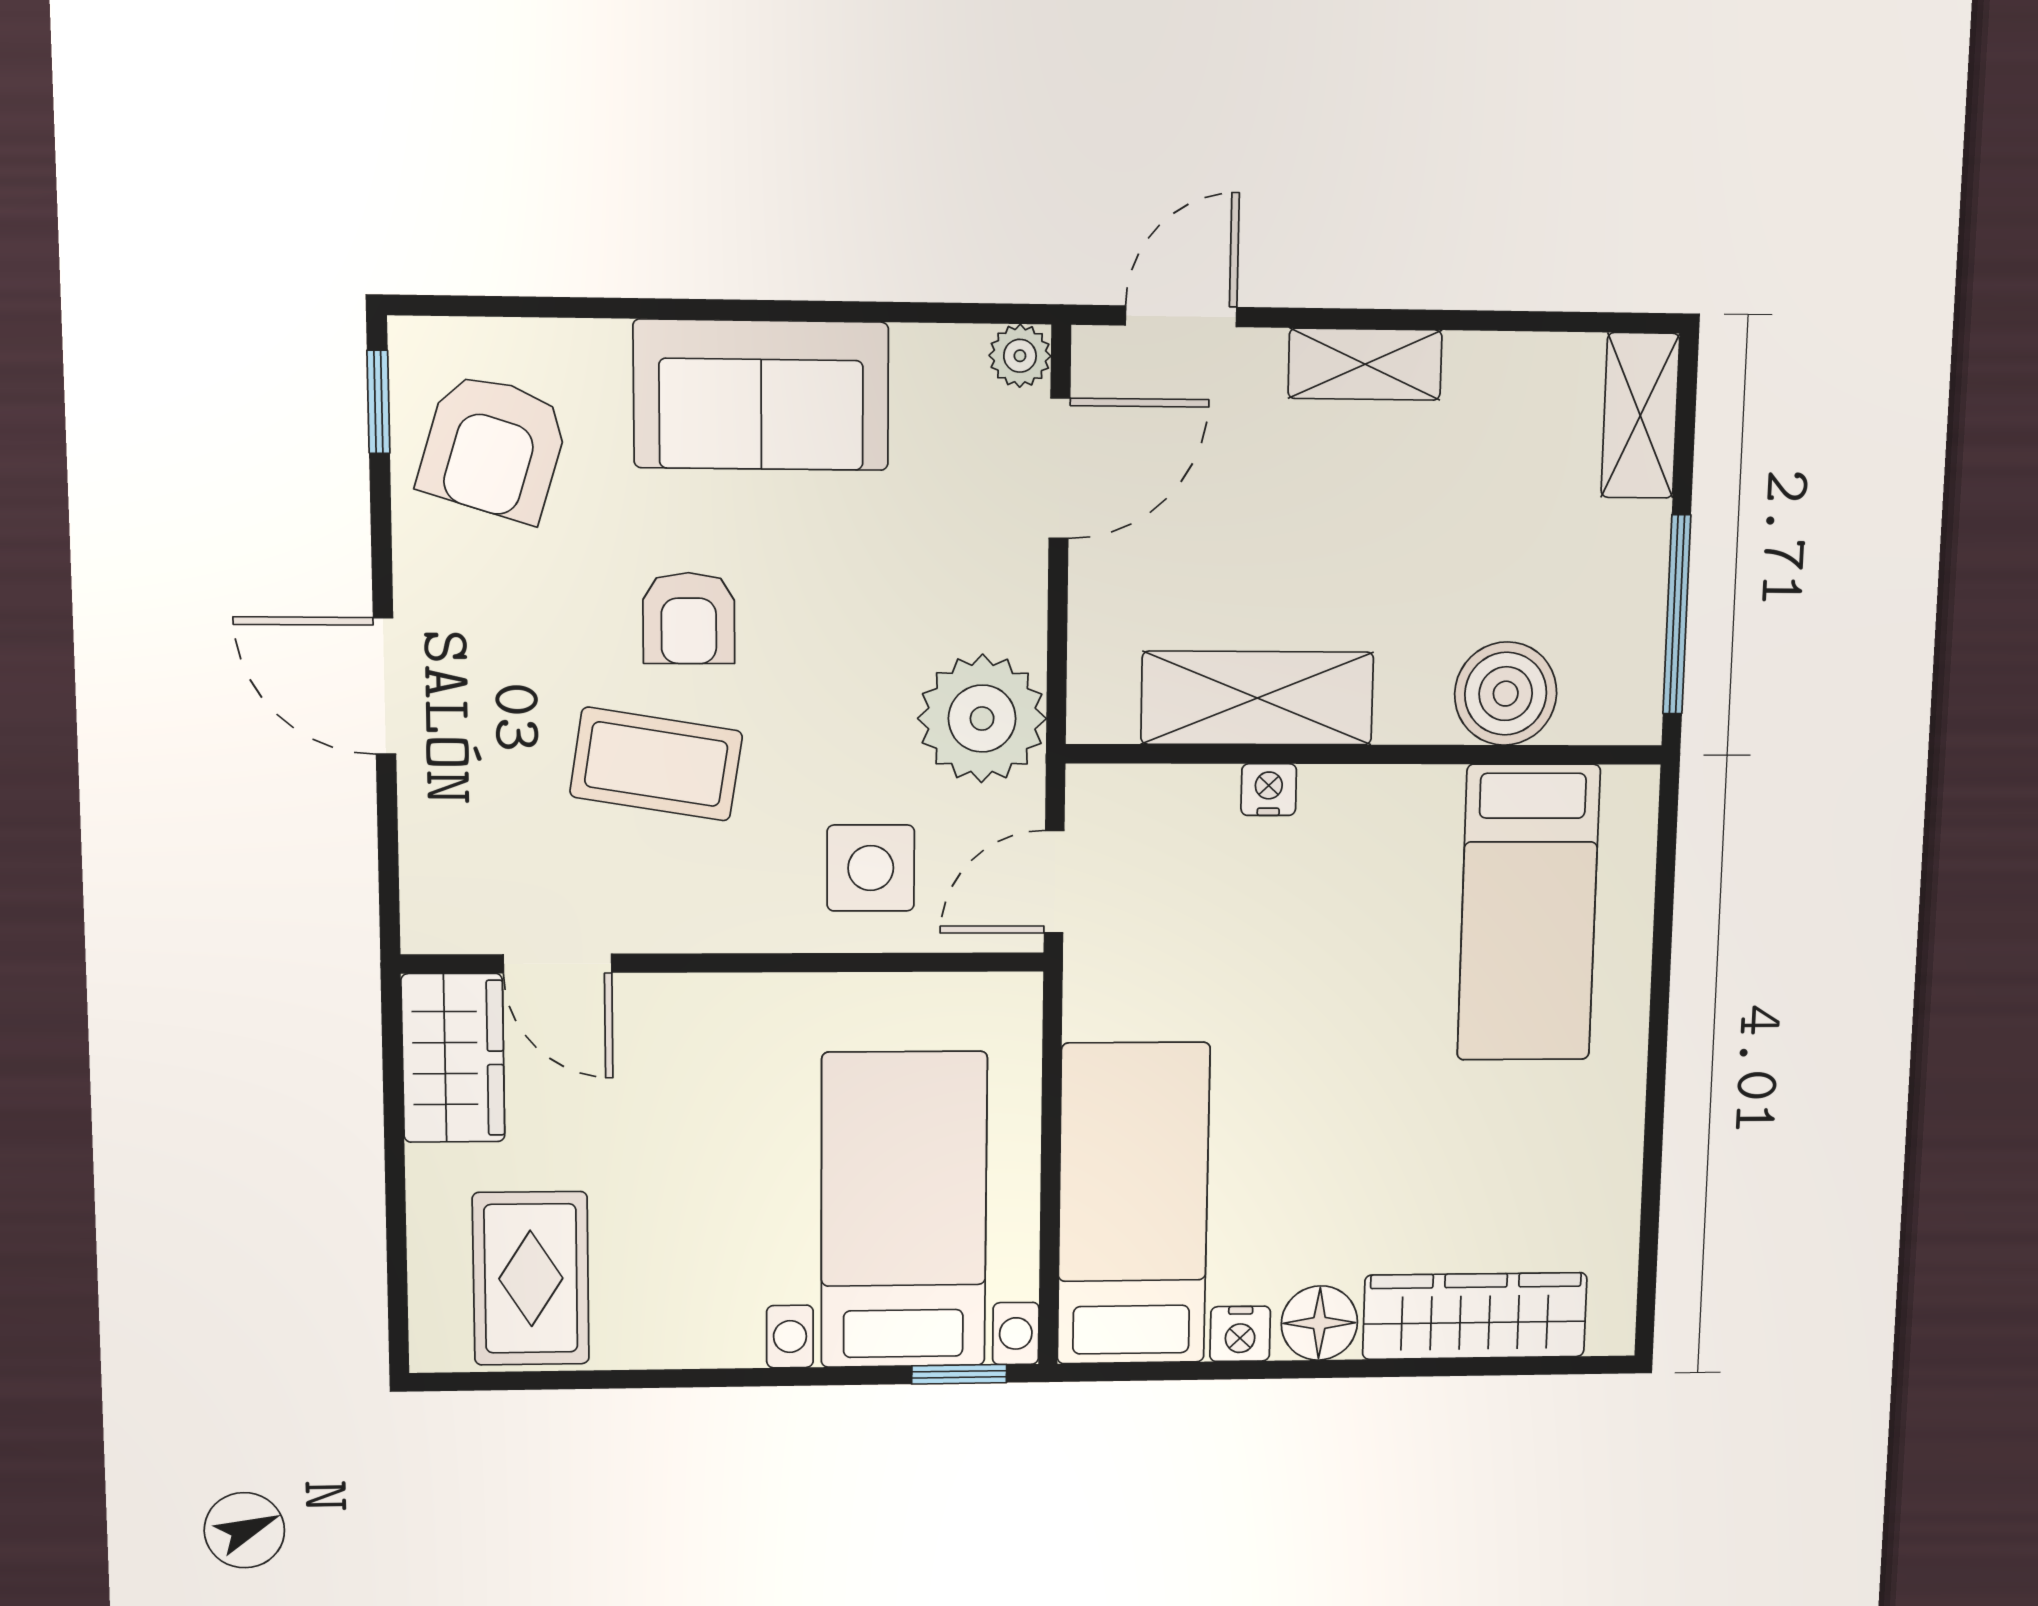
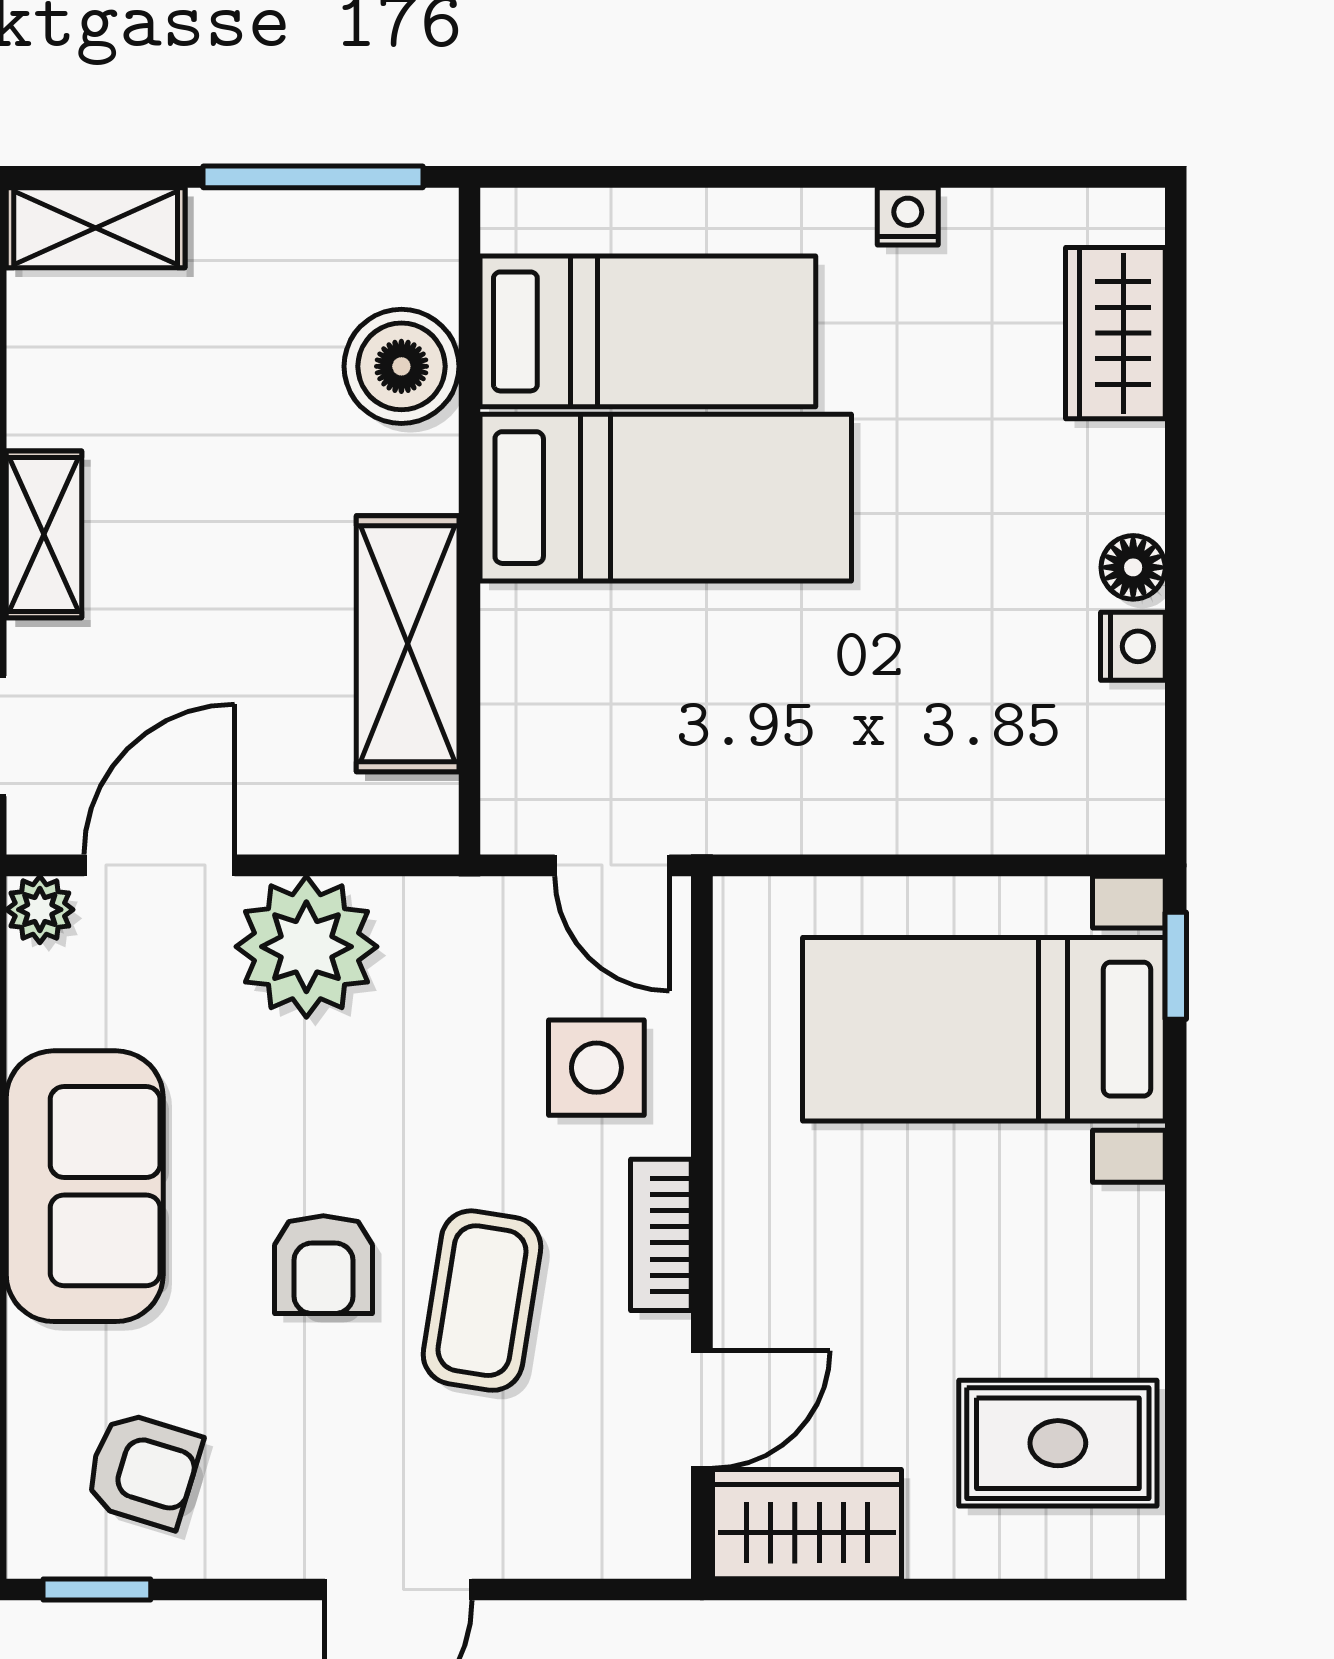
armchair: (493, 447) -> (143, 1470), width x0.72, depth x0.72
door: (1059, 468) -> (159, 865), hinge flipped
armchair: (689, 618) -> (323, 1265), turned 90
plant: (982, 719) -> (306, 947), moved
nightstand: (1269, 790) -> (908, 216), moved, turned 90
bookcase: (718, 926) -> (661, 1235), added
bed: (1133, 1204) -> (666, 498), moved, turned 180
wardrobe: (1475, 1316) -> (1115, 333), width x0.67
floor lamp: (1319, 1323) -> (1133, 567), width x0.73, depth x0.73

